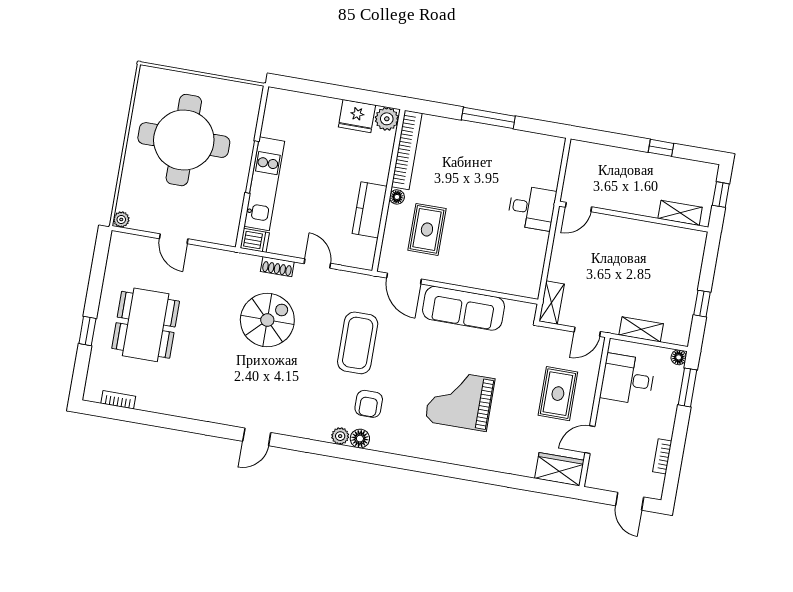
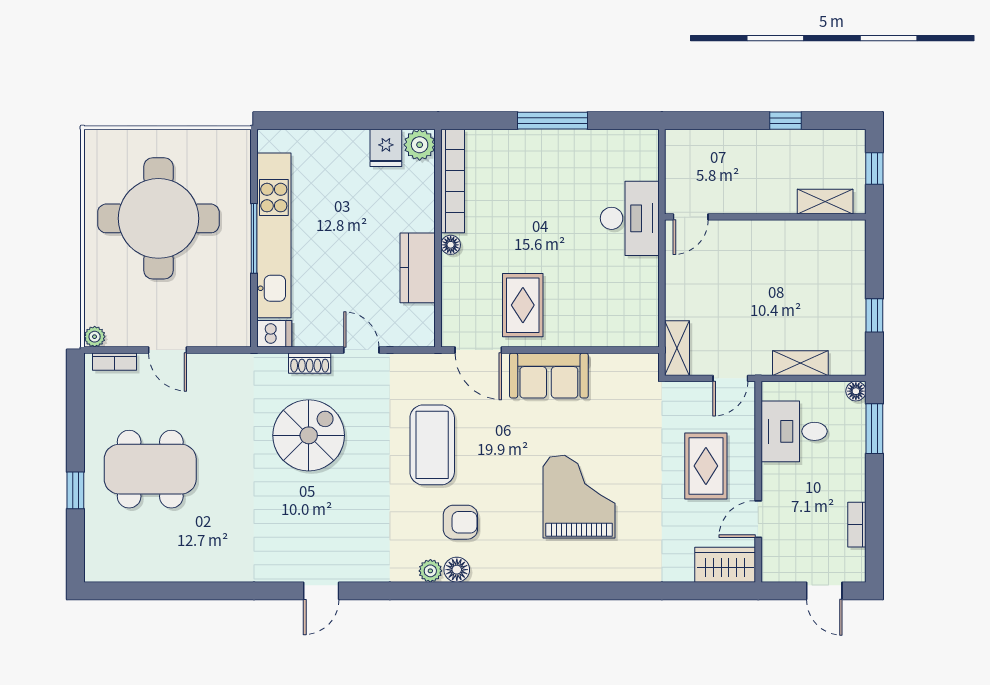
fridge: (357, 116) -> (386, 148), width x0.72
kitchen unit: (264, 184) -> (274, 235), width x1.36
desk: (532, 208) -> (630, 218), width x1.37
rug: (427, 229) -> (523, 305), moved
sofa: (464, 308) -> (549, 376), width x0.73
dining table: (146, 325) -> (150, 469), turned 90
bookcase: (118, 400) -> (115, 362), moved, turned 180
grand piano: (460, 400) -> (579, 497), turned 90
armchair: (369, 404) -> (460, 522), turned -90

